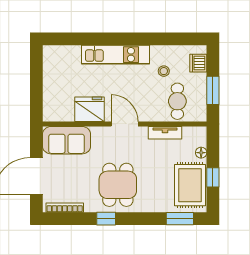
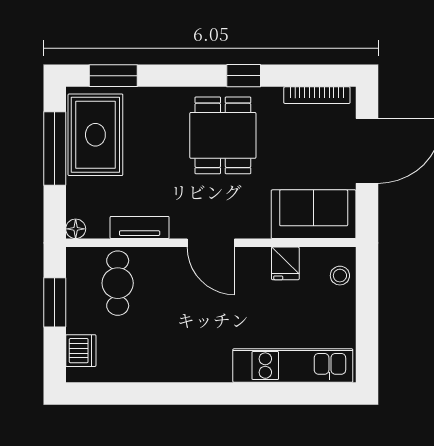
kitchen unit: (115, 55) -> (293, 366), moved
stool: (164, 71) -> (340, 276), moved
fridge: (89, 109) -> (285, 263), width x0.53, depth x0.75
floor lamp: (201, 153) -> (76, 229), moved
window: (213, 177) -> (55, 149), width x2.17

